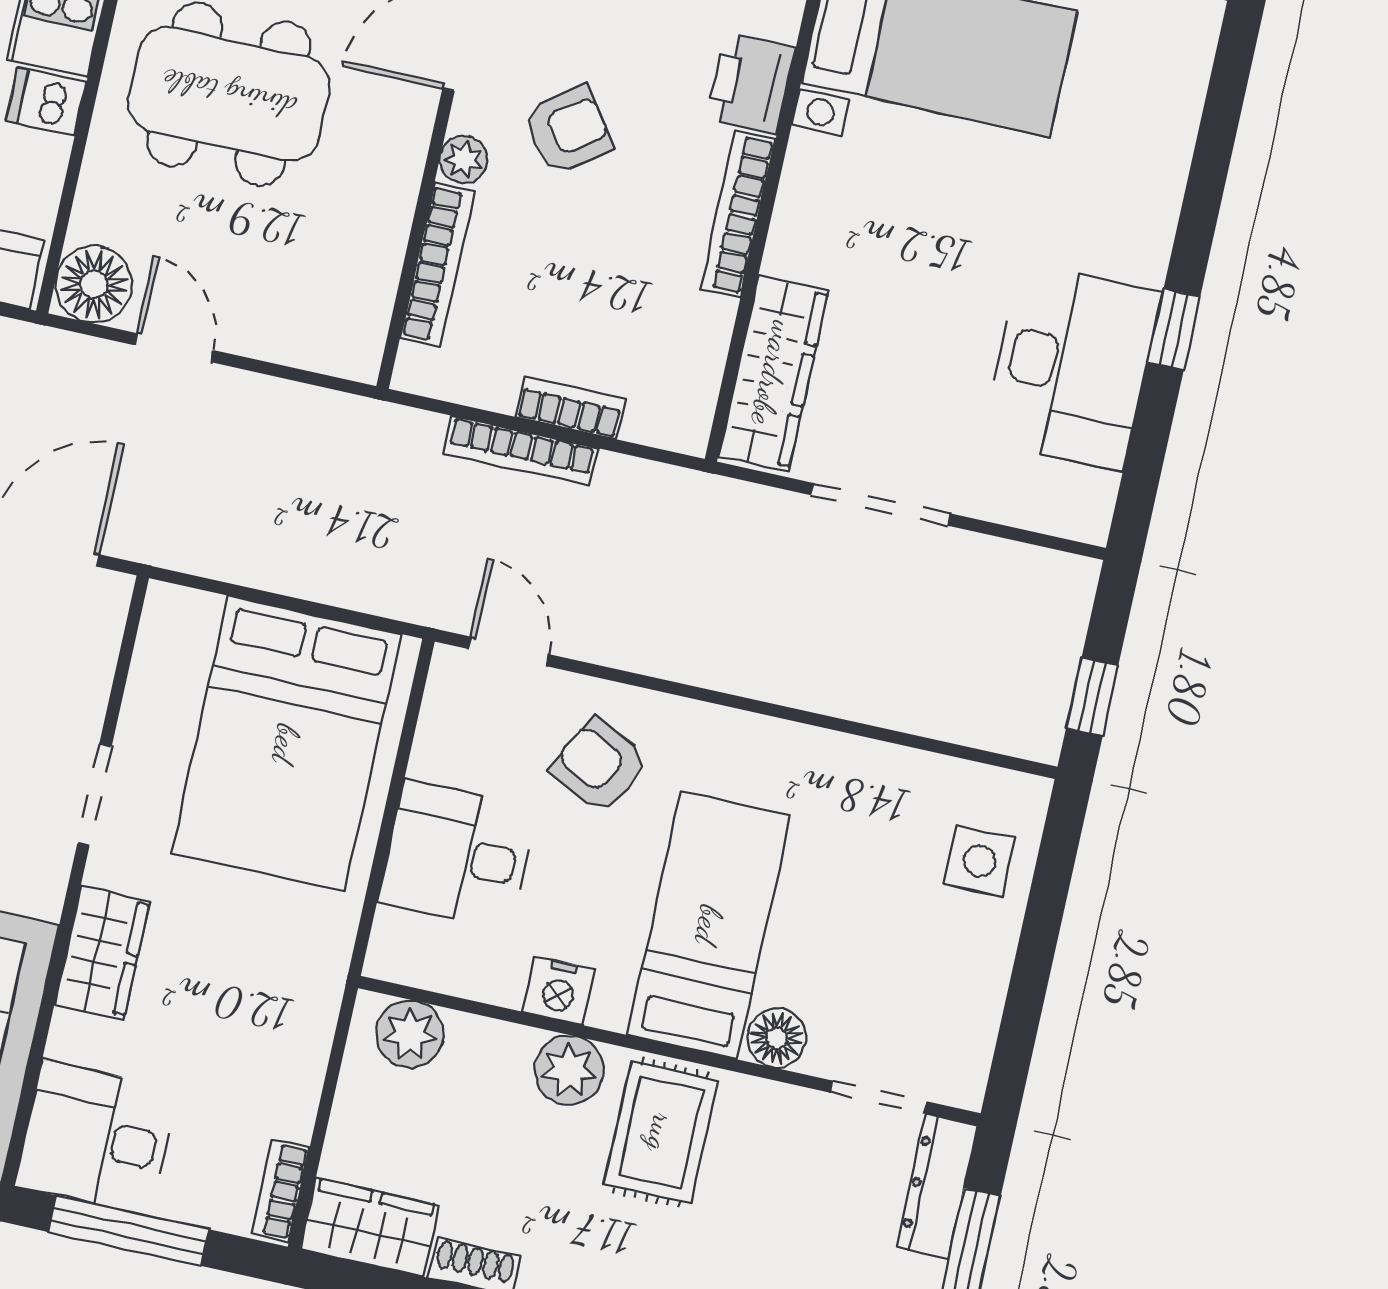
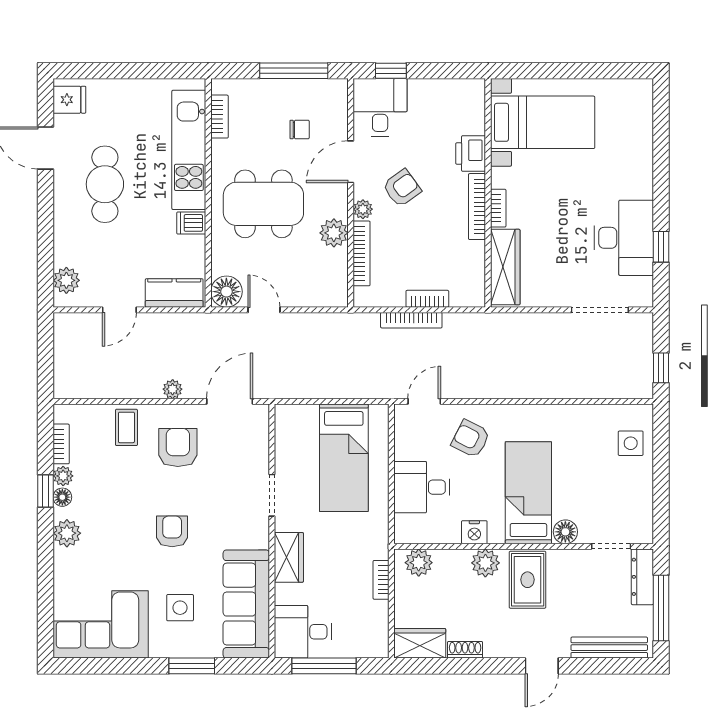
plant: (382, 201) -> (334, 233), added
bookcase: (788, 229) -> (498, 208), added
window: (1174, 329) -> (661, 247), moved
doorway: (880, 504) -> (600, 310), moved
door: (508, 651) -> (424, 401), hinge flipped
bed: (286, 744) -> (344, 458), width x0.67
bookcase: (281, 1191) -> (381, 580), moved

